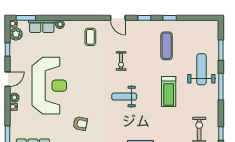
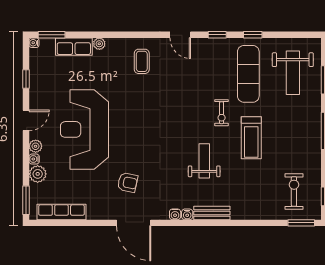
plant: (16, 34) -> (38, 174), moved
exercise mat: (167, 46) -> (248, 74), width x1.36, depth x1.45
exercise bike: (121, 61) -> (222, 113), moved
weight bench: (201, 69) -> (293, 73), moved, turned 180
reception desk: (49, 86) -> (84, 129), turned 180
weight bench: (124, 97) -> (204, 161), moved, turned 90

